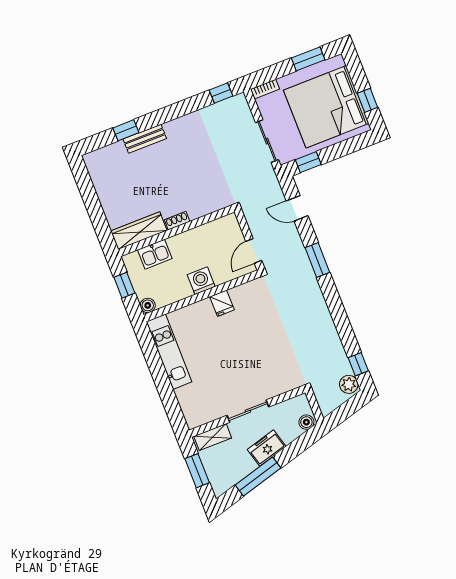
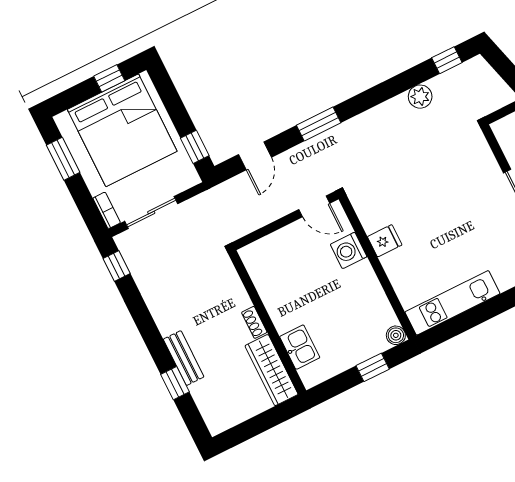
sliding door: (267, 141) -> (151, 213), moved
shoe rack: (177, 221) -> (254, 322), moved
wardrobe: (139, 231) -> (271, 370), moved
wall: (176, 231) -> (267, 322), moved
kitchen sink: (155, 254) -> (300, 347), moved
washing machine: (201, 281) -> (349, 250), moved
plant: (349, 384) -> (420, 97), moved

